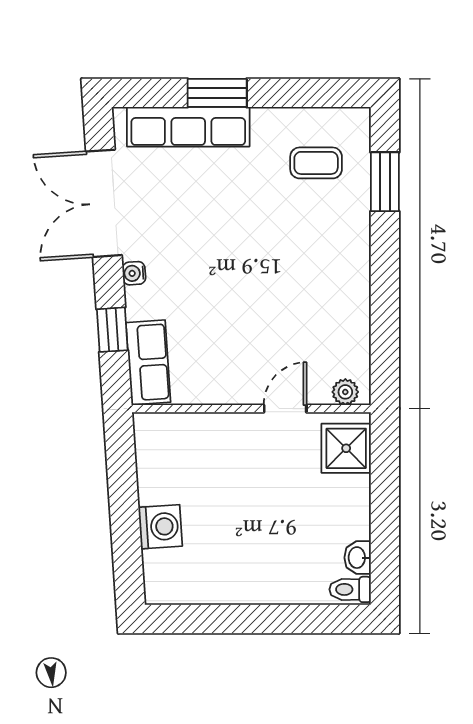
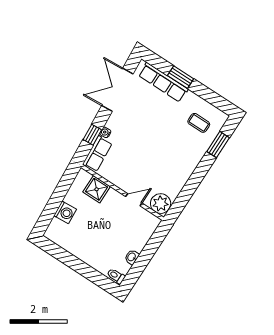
water cooler: (134, 273) -> (105, 132), moved
plant: (345, 392) -> (161, 204), width x1.87, depth x1.87
shower: (346, 448) -> (97, 189), moved
washbasin: (358, 558) -> (132, 257), moved

